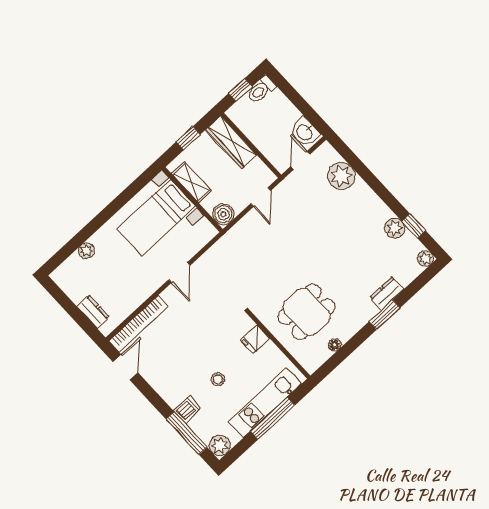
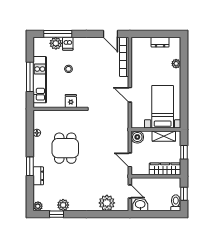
dresser: (93, 312) -> (160, 42), moved
dining table: (306, 312) -> (65, 148), moved
plant: (220, 446) -> (56, 43), moved

